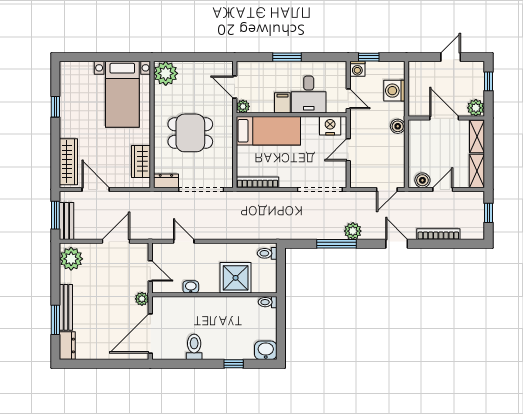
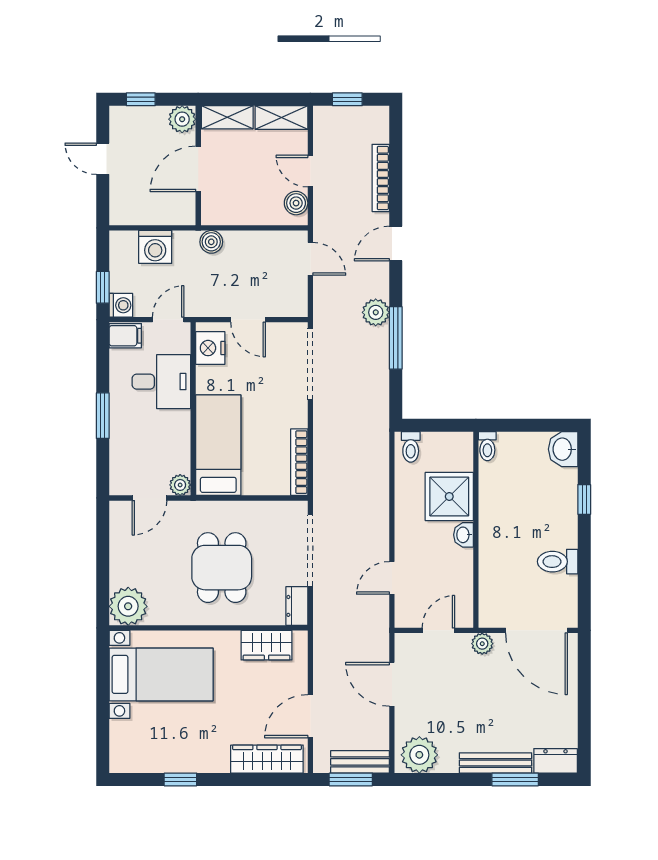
filing cabinet: (282, 103) -> (125, 336), moved, turned 180
washbasin: (191, 287) -> (464, 535), moved

